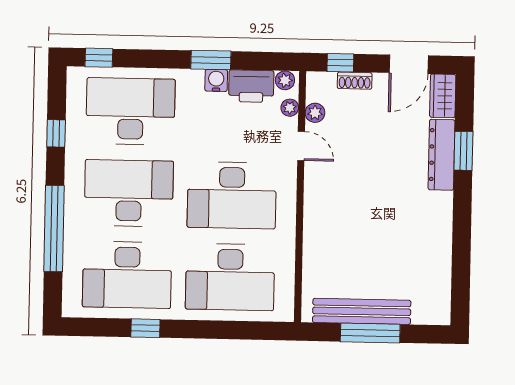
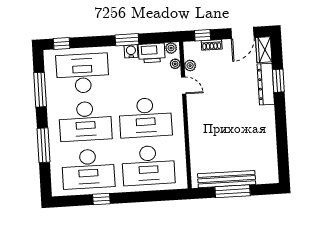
window: (56, 133) -> (40, 90), width x2.17
desk: (129, 193) -> (85, 121), turned 180
window: (54, 229) -> (43, 145), width x0.68

